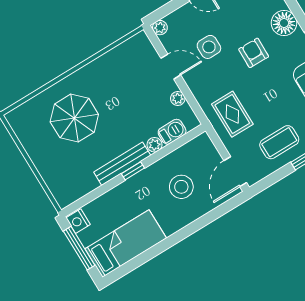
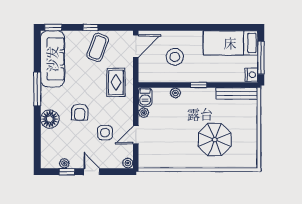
door: (171, 67) -> (136, 135), hinge flipped
barbecue: (172, 132) -> (145, 97), moved, turned -90
coffee table: (279, 142) -> (98, 47), turned -70
bench: (122, 164) -> (237, 93), moved

